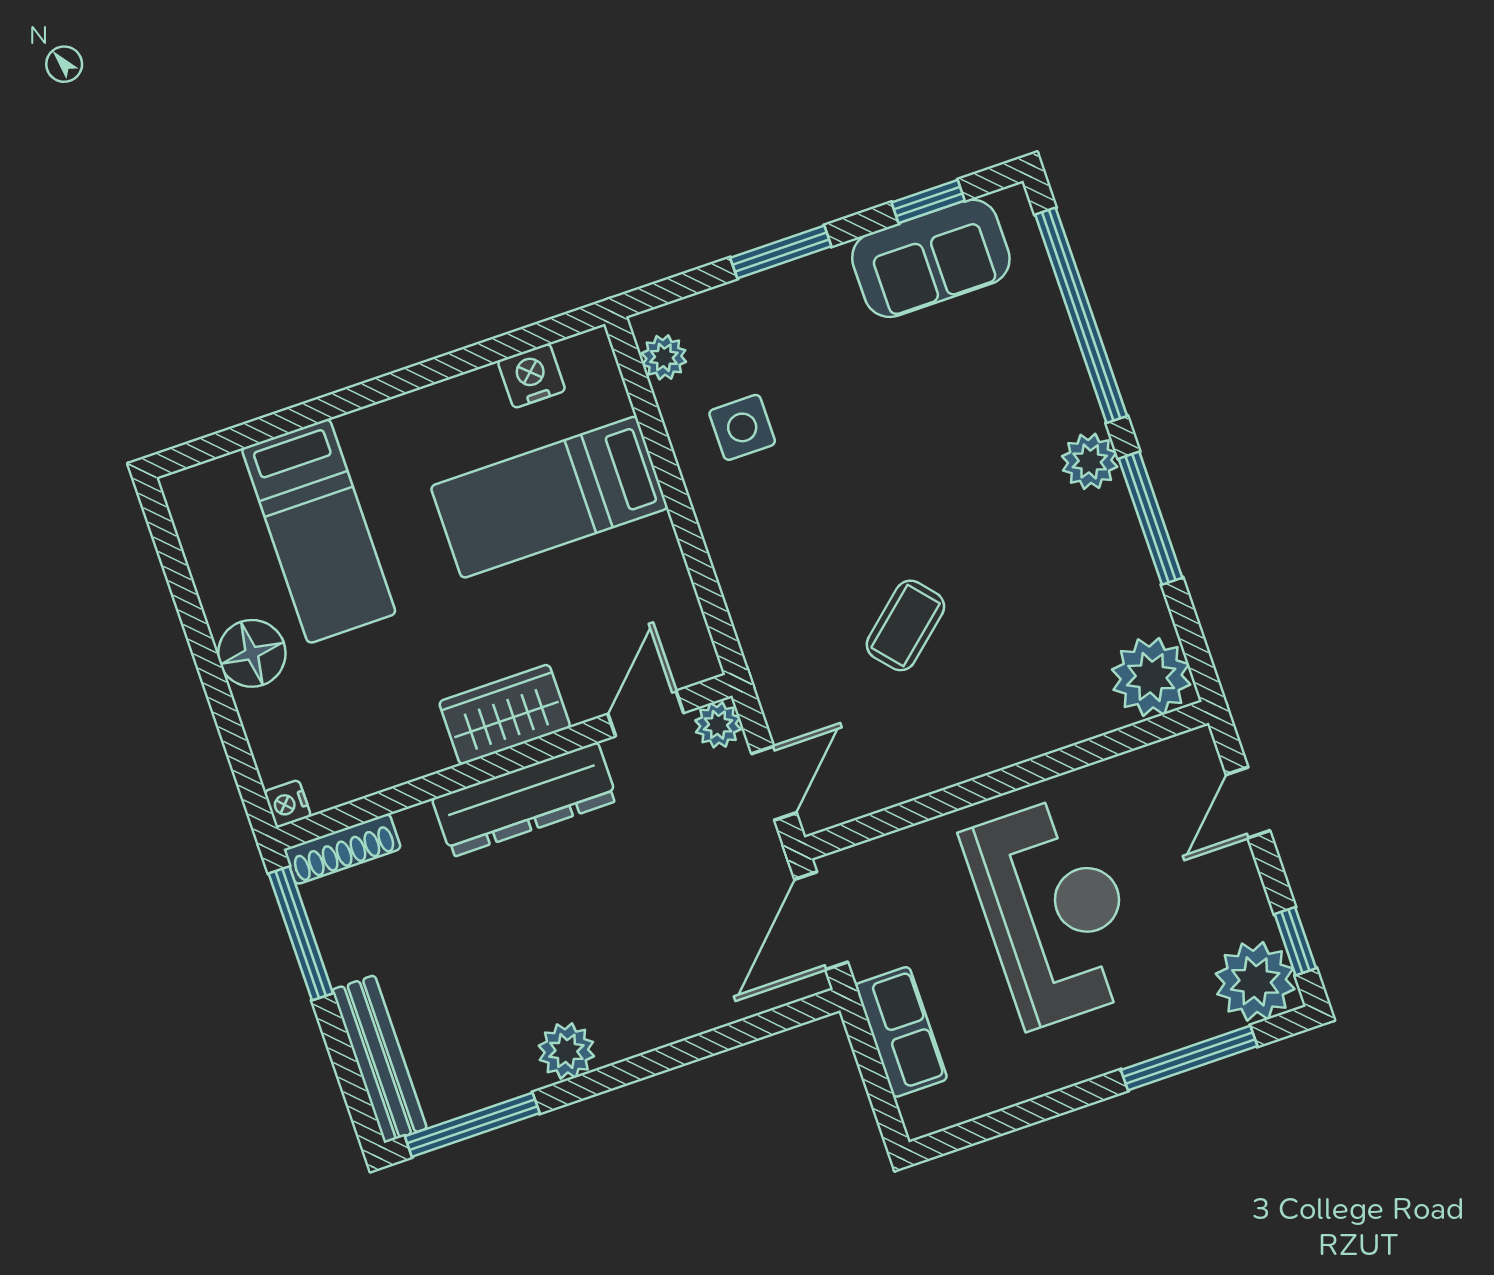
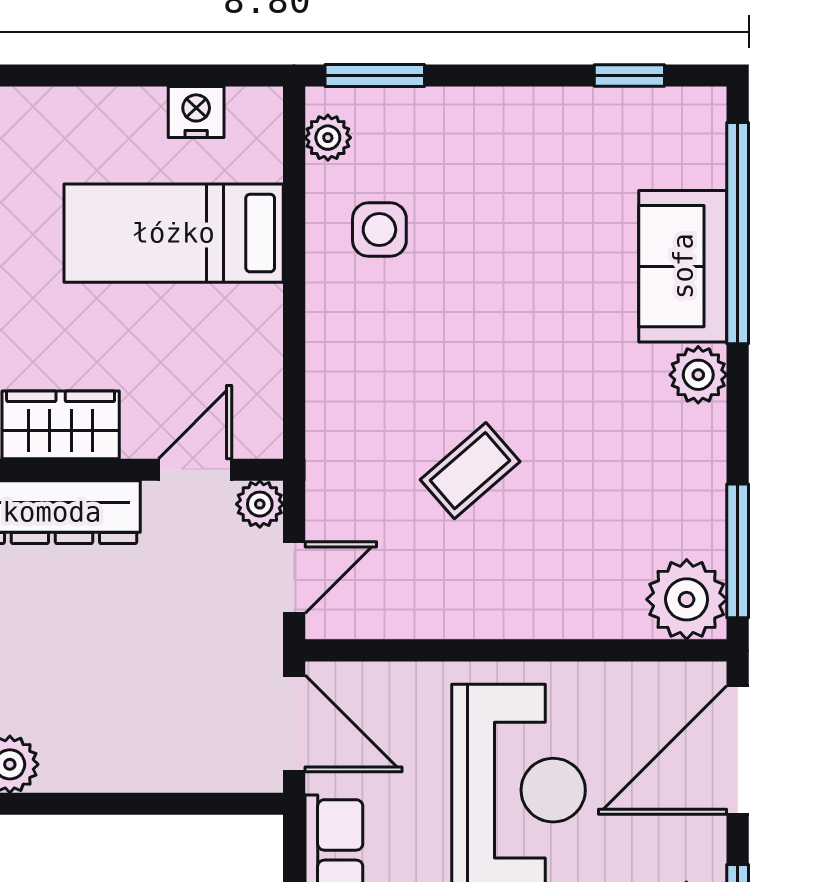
window: (781, 252) -> (375, 76), moved
sofa: (931, 258) -> (683, 266), moved, turned 90
window: (1151, 518) -> (738, 551), moved
door: (1248, 803) -> (738, 750), width x1.88
door: (821, 921) -> (294, 724), swing flipped

